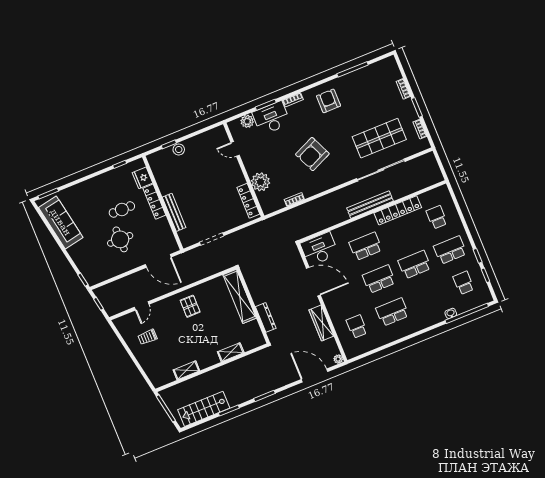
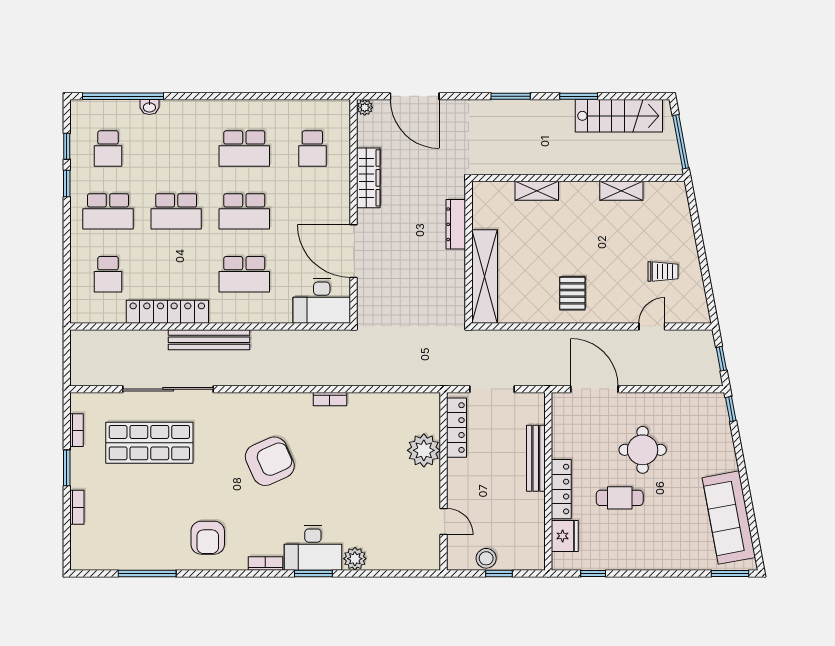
door: (235, 149) -> (444, 521), moved
wall: (244, 170) -> (444, 481), moved
plant: (261, 182) -> (424, 450), moved
locker: (248, 201) -> (457, 428), moved

